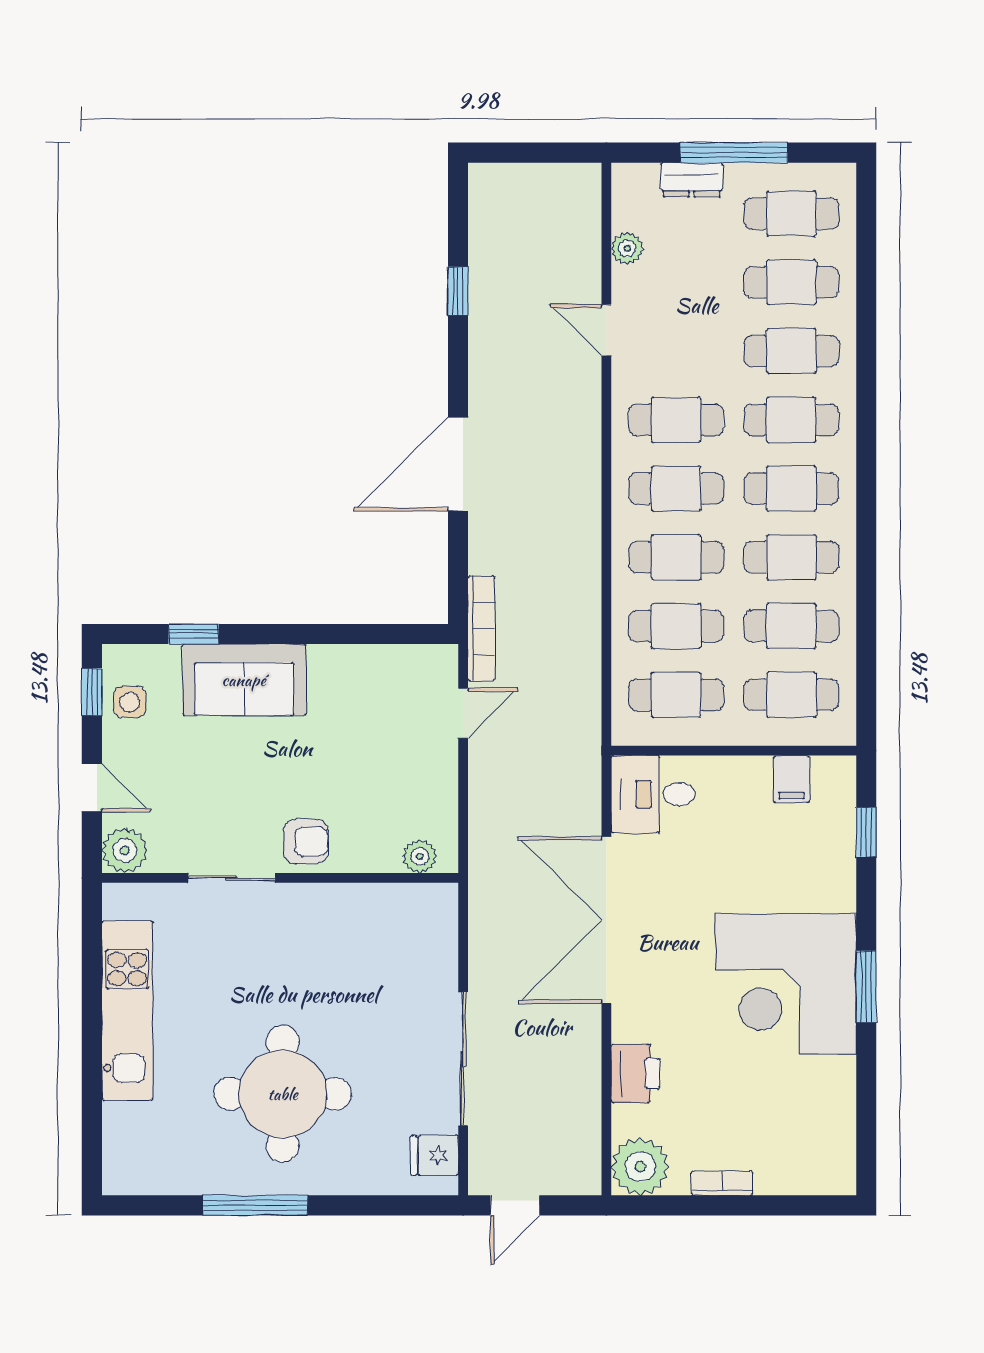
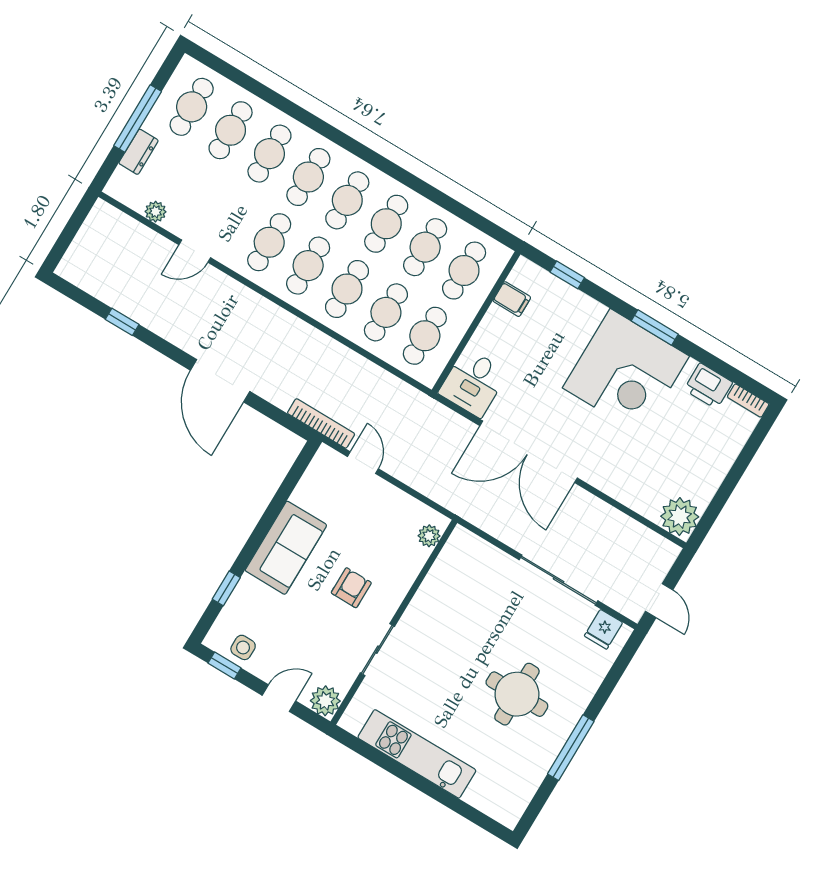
sofa: (244, 680) -> (286, 548), moved
armchair: (306, 842) -> (351, 588), moved
printer: (635, 1073) -> (708, 386), moved, turned 180
round table: (283, 1094) -> (517, 694), width x0.73, depth x0.73
bookcase: (722, 1183) -> (748, 401), moved, turned -90

